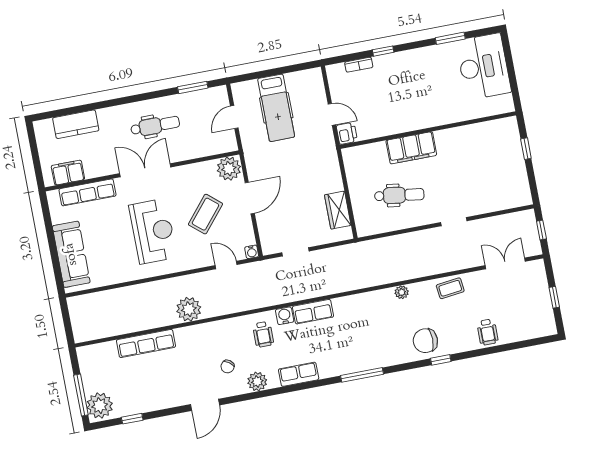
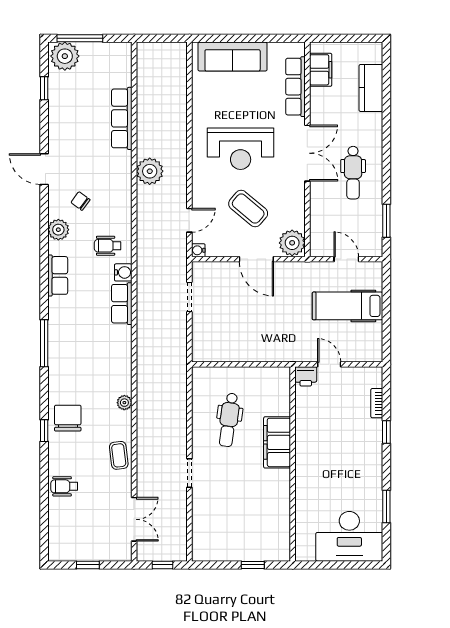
door: (332, 114) -> (329, 364), swing flipped
wardrobe: (338, 210) -> (225, 351), removed

